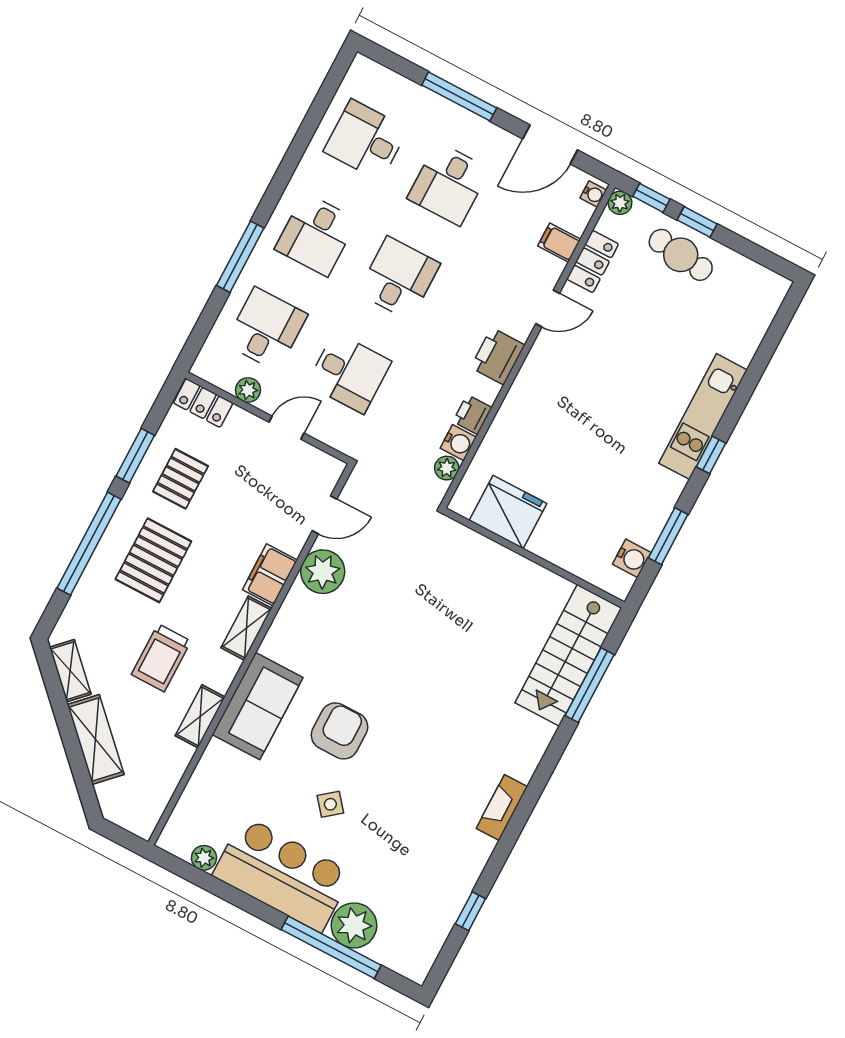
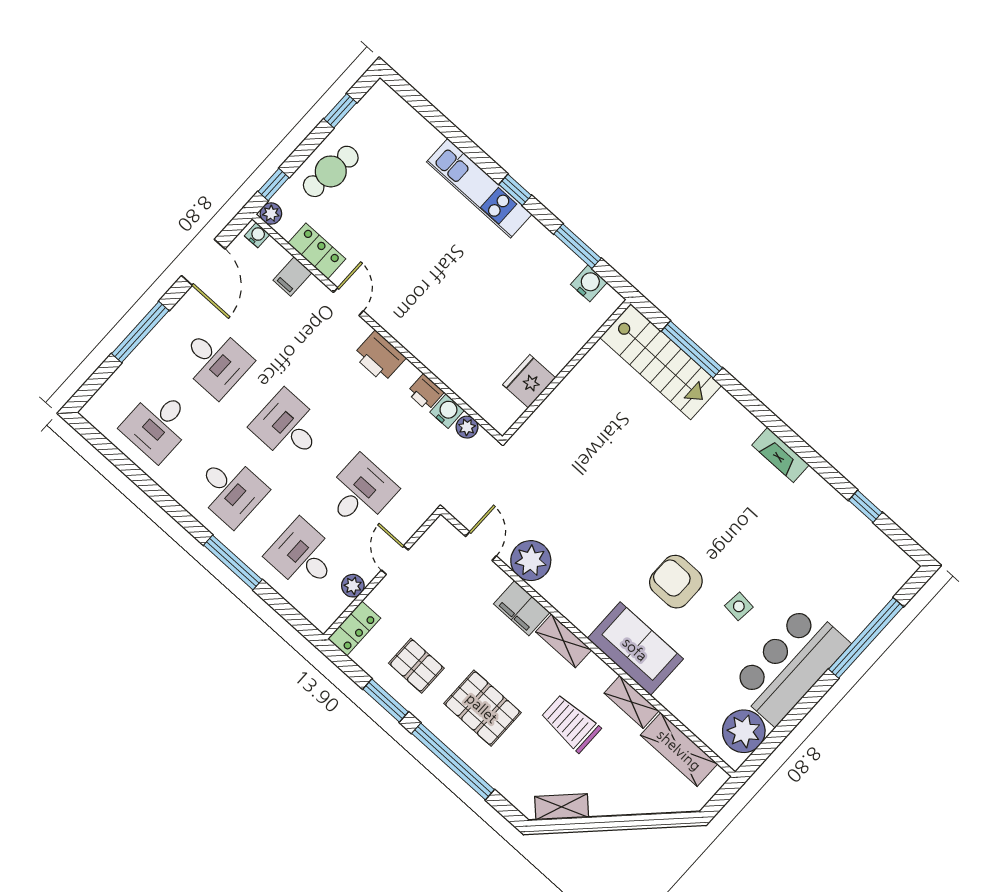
window: (697, 222) -> (340, 111), moved
fridge: (508, 512) -> (529, 381), width x0.73, depth x0.75
trolley: (161, 658) -> (571, 723), turned 180
shelving: (96, 739) -> (679, 750), moved, turned 45
side table: (330, 804) -> (739, 606), turned 45
plant: (204, 858) -> (744, 731), width x1.88, depth x1.88
plant: (354, 925) -> (852, 613), removed

